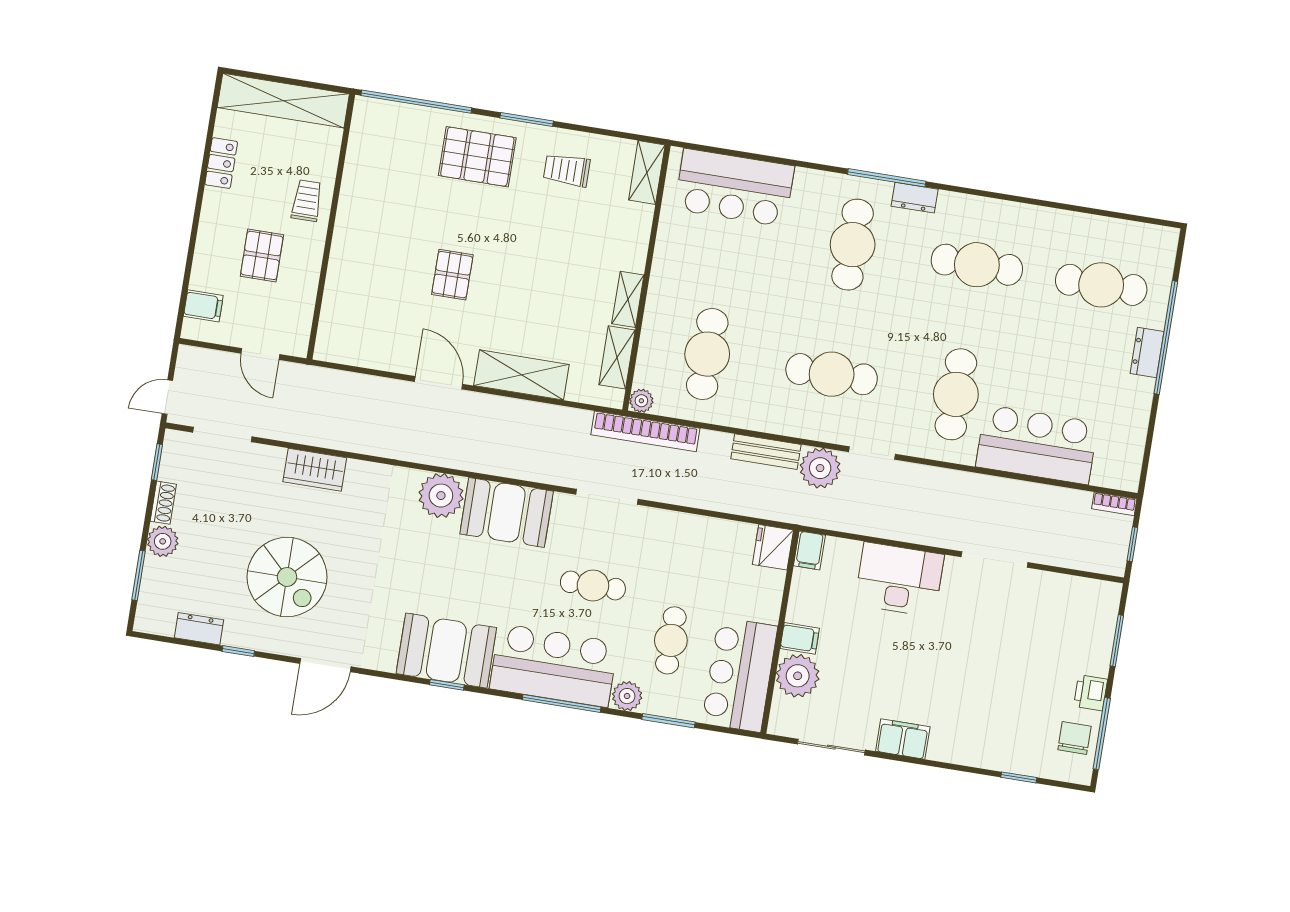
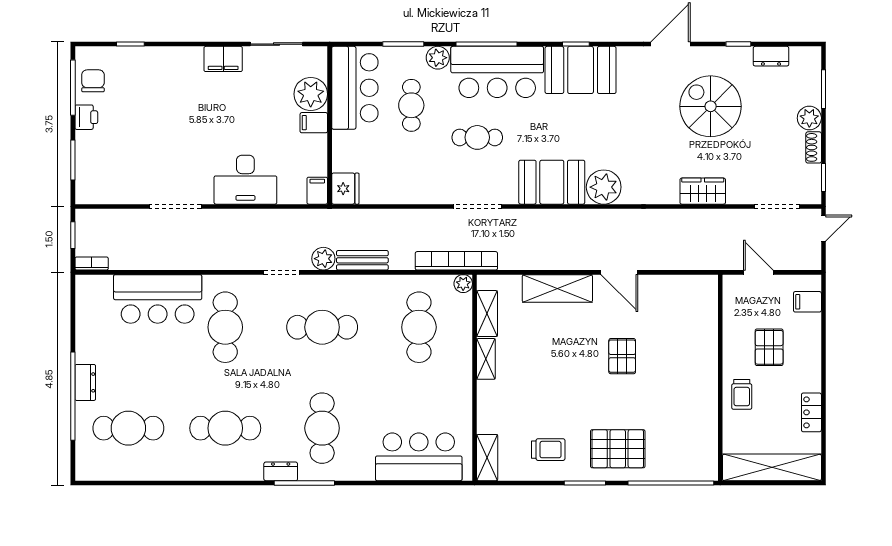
plant: (820, 468) -> (323, 259), width x0.73, depth x0.73
chair: (1074, 738) -> (93, 81), turned 180

